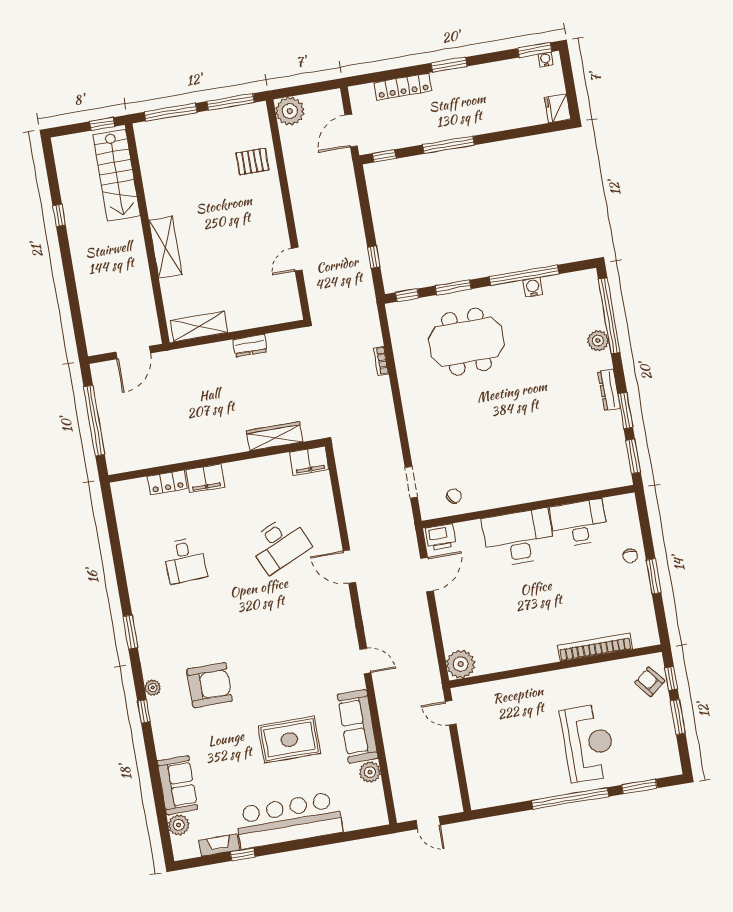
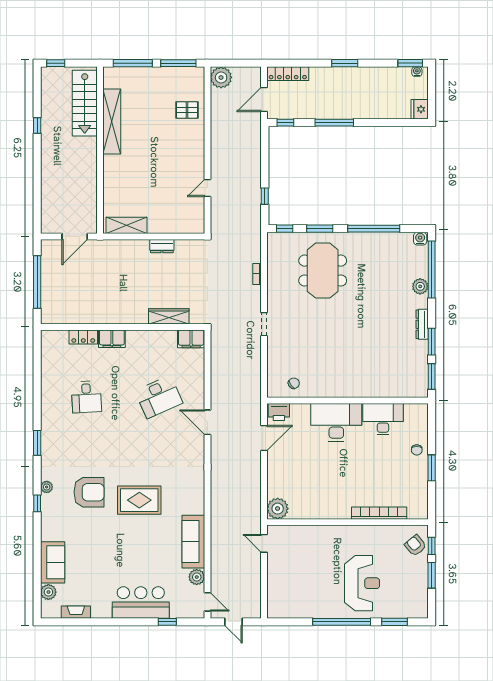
locker: (403, 87) -> (288, 74), moved
window: (102, 124) -> (56, 63), moved
shelving: (165, 247) -> (112, 122), moved, width x1.47
water cooler: (533, 287) -> (420, 239), moved
meeting table: (466, 342) -> (323, 271), turned 90
doorway: (411, 482) -> (264, 324), moved
door: (365, 661) -> (207, 602), moved
rug: (289, 740) -> (139, 500), moved
bar counter: (289, 820) -> (141, 602), width x0.73
window: (243, 854) -> (167, 622), moved

